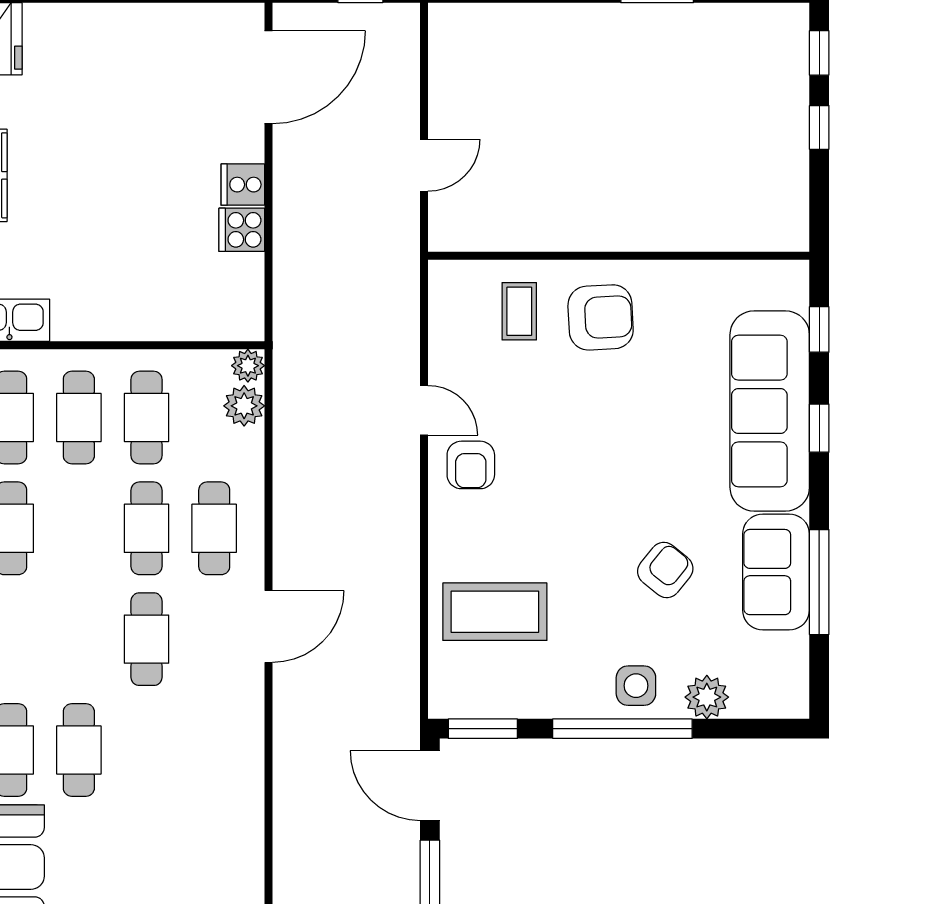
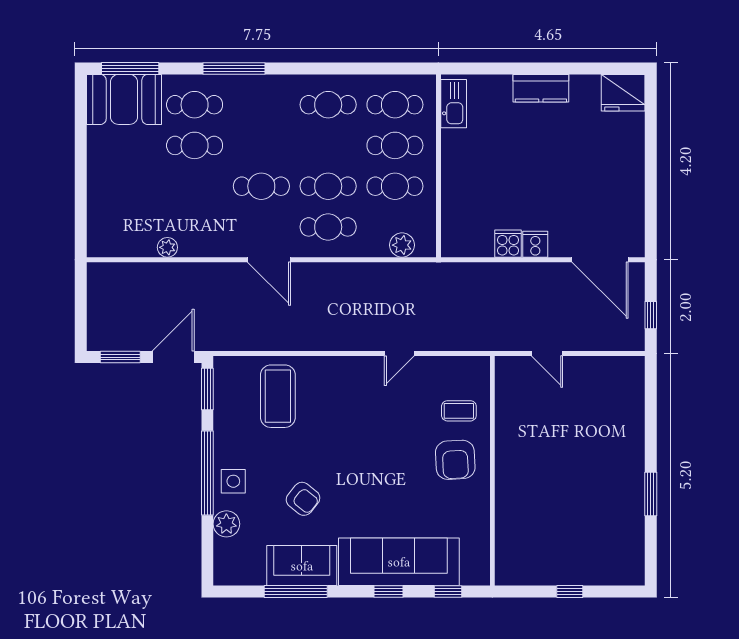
window: (819, 53) -> (615, 592), removed
plant: (248, 366) -> (167, 247), moved
armchair: (471, 465) -> (366, 382), removed

